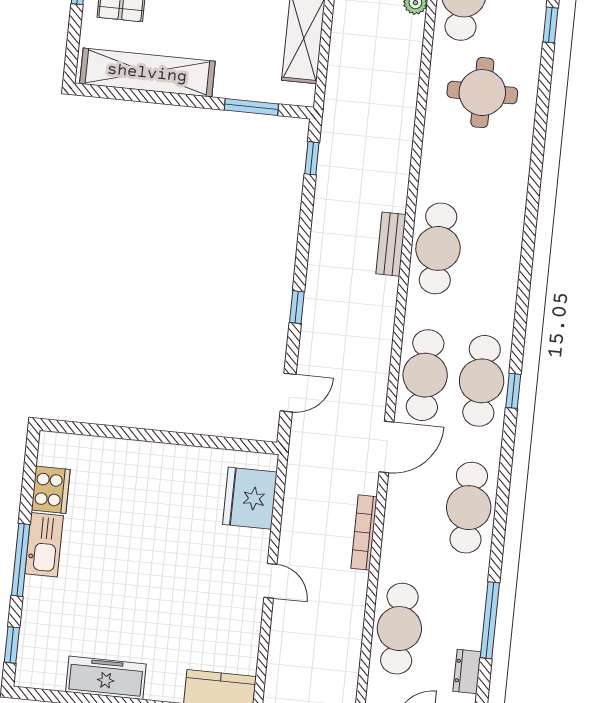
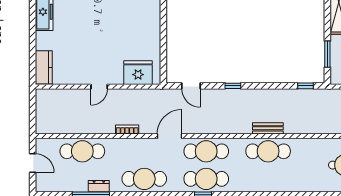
door: (387, 447) -> (170, 136), swing flipped
bookcase: (364, 532) -> (127, 129), width x0.64
dresser: (467, 672) -> (99, 186), moved

